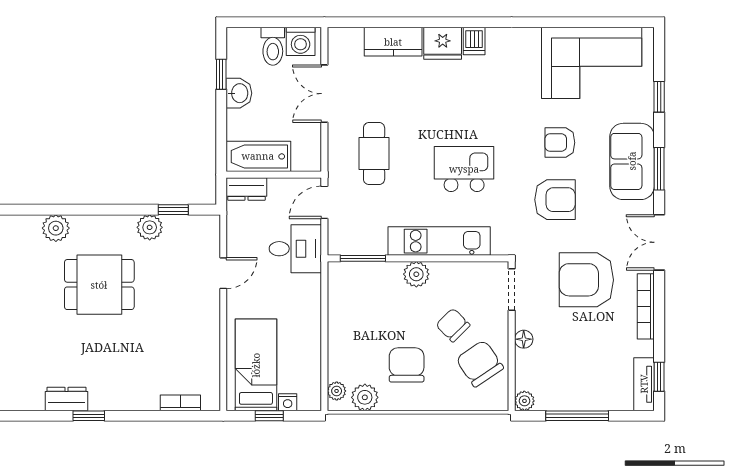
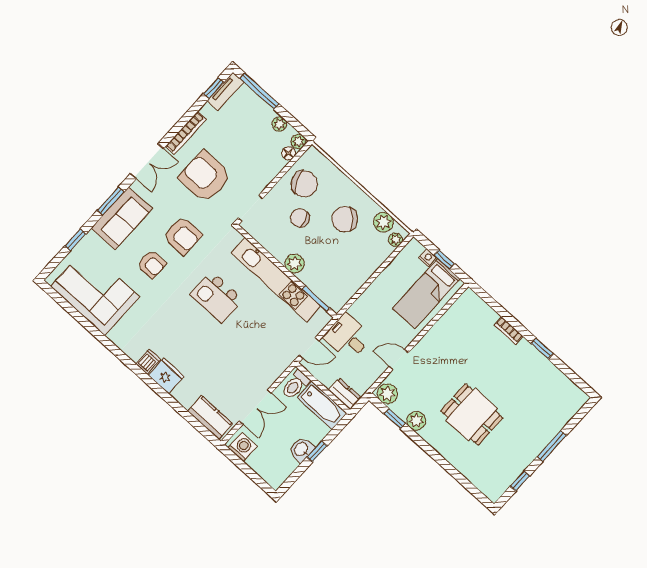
kitchen counter: (393, 42) -> (210, 418), moved
toilet: (273, 46) -> (295, 385), moved, turned 180
window: (221, 74) -> (317, 451), moved
cafe table: (374, 154) -> (258, 350), removed
armchair: (555, 200) -> (183, 236), turned 180
plant: (56, 228) -> (387, 394), moved
kitchen unit: (439, 241) -> (276, 279), width x1.36
armchair: (586, 280) -> (205, 177), turned 180
chair: (453, 325) -> (300, 218), turned 120
floor lamp: (524, 339) -> (289, 153), moved
chair: (480, 363) -> (304, 184), turned -79
chair: (407, 365) -> (345, 219), turned 47
dresser: (66, 399) -> (546, 369), removed
plant: (560, 401) -> (279, 124), added
bookcase: (180, 403) -> (508, 331), moved
window: (577, 416) -> (259, 91), moved

